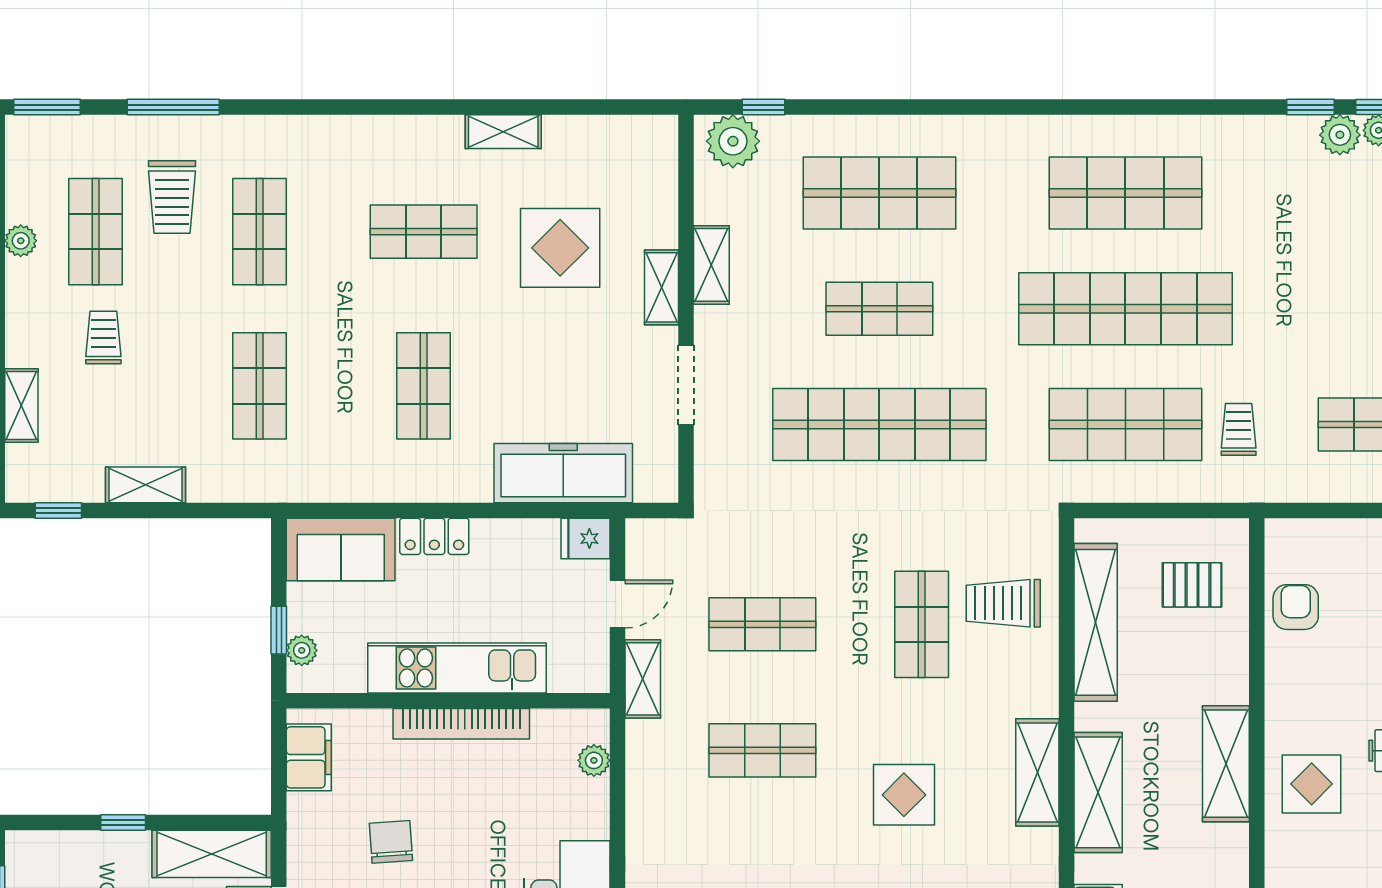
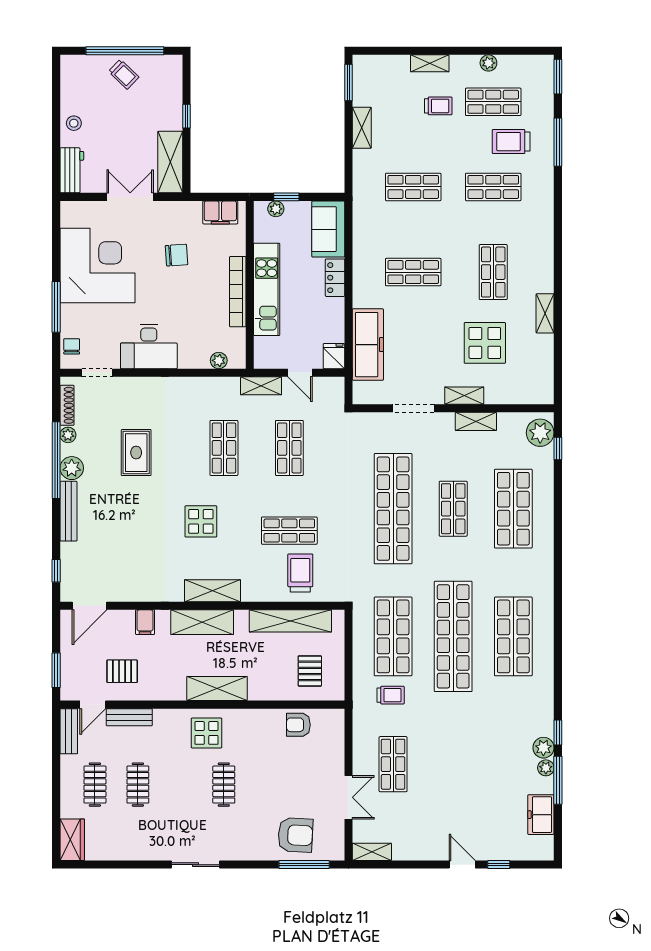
shelving: (21, 406) -> (430, 63), moved
window: (58, 510) -> (348, 83), width x1.50
armchair: (1296, 607) -> (298, 725), turned 180

